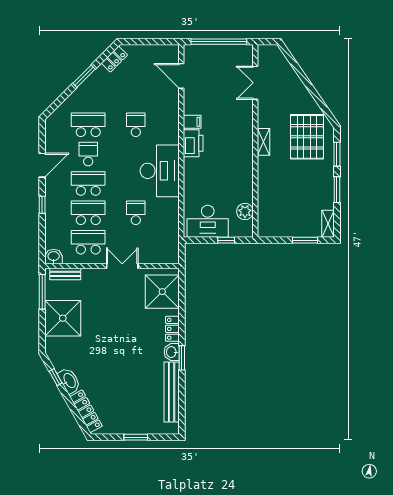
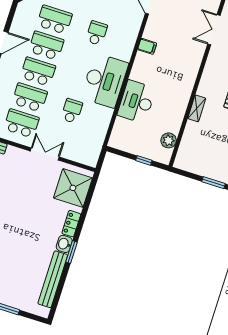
shelving: (263, 142) -> (197, 108), moved
printer: (193, 143) -> (142, 66), removed
school desk: (88, 154) -> (46, 46), width x1.85
desk: (208, 221) -> (137, 102), moved, turned 90

